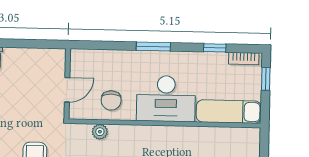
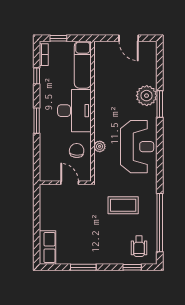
chair: (111, 100) -> (77, 151), turned -85
plant: (100, 132) -> (100, 146), moved

